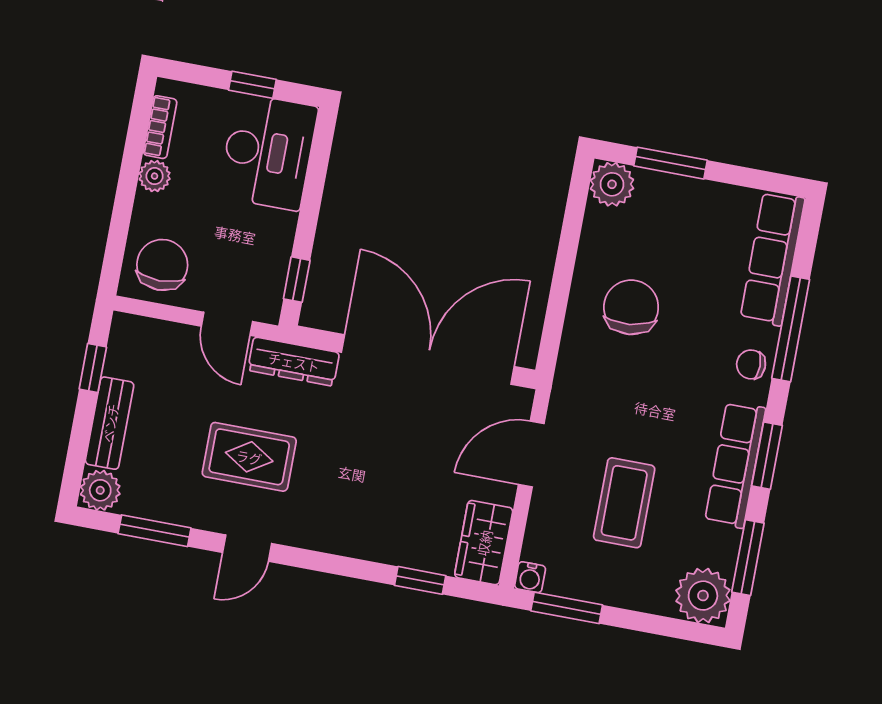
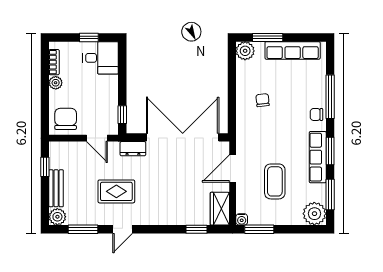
desk: (268, 152) -> (101, 58), width x0.73
row of seats: (773, 258) -> (293, 50), moved, turned -90
chair: (631, 307) -> (263, 100), width x0.54, depth x0.54
dresser: (294, 362) -> (133, 149), width x0.70

